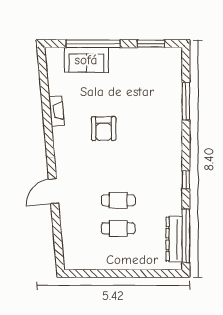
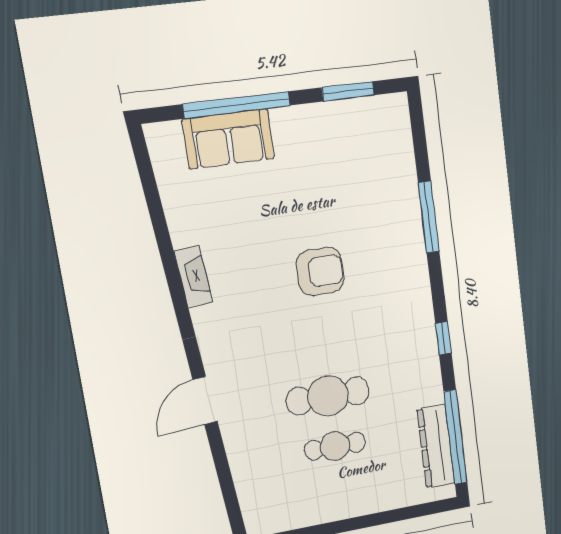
window: (186, 101) -> (429, 217), moved
fireplace: (56, 111) -> (193, 276), moved
armchair: (104, 129) -> (320, 271), moved, turned -90
cafe table: (118, 200) -> (328, 396), width x1.37, depth x1.35

